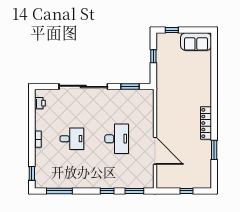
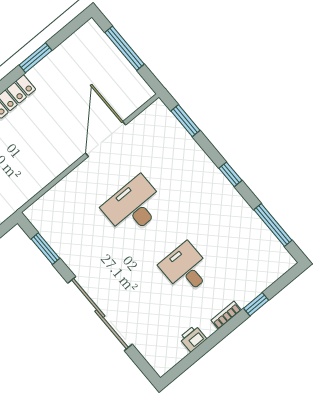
printer: (40, 103) -> (193, 338), moved
window: (32, 173) -> (256, 304), moved
window: (107, 191) -> (230, 174), moved
window: (187, 191) -> (125, 48), width x2.17

